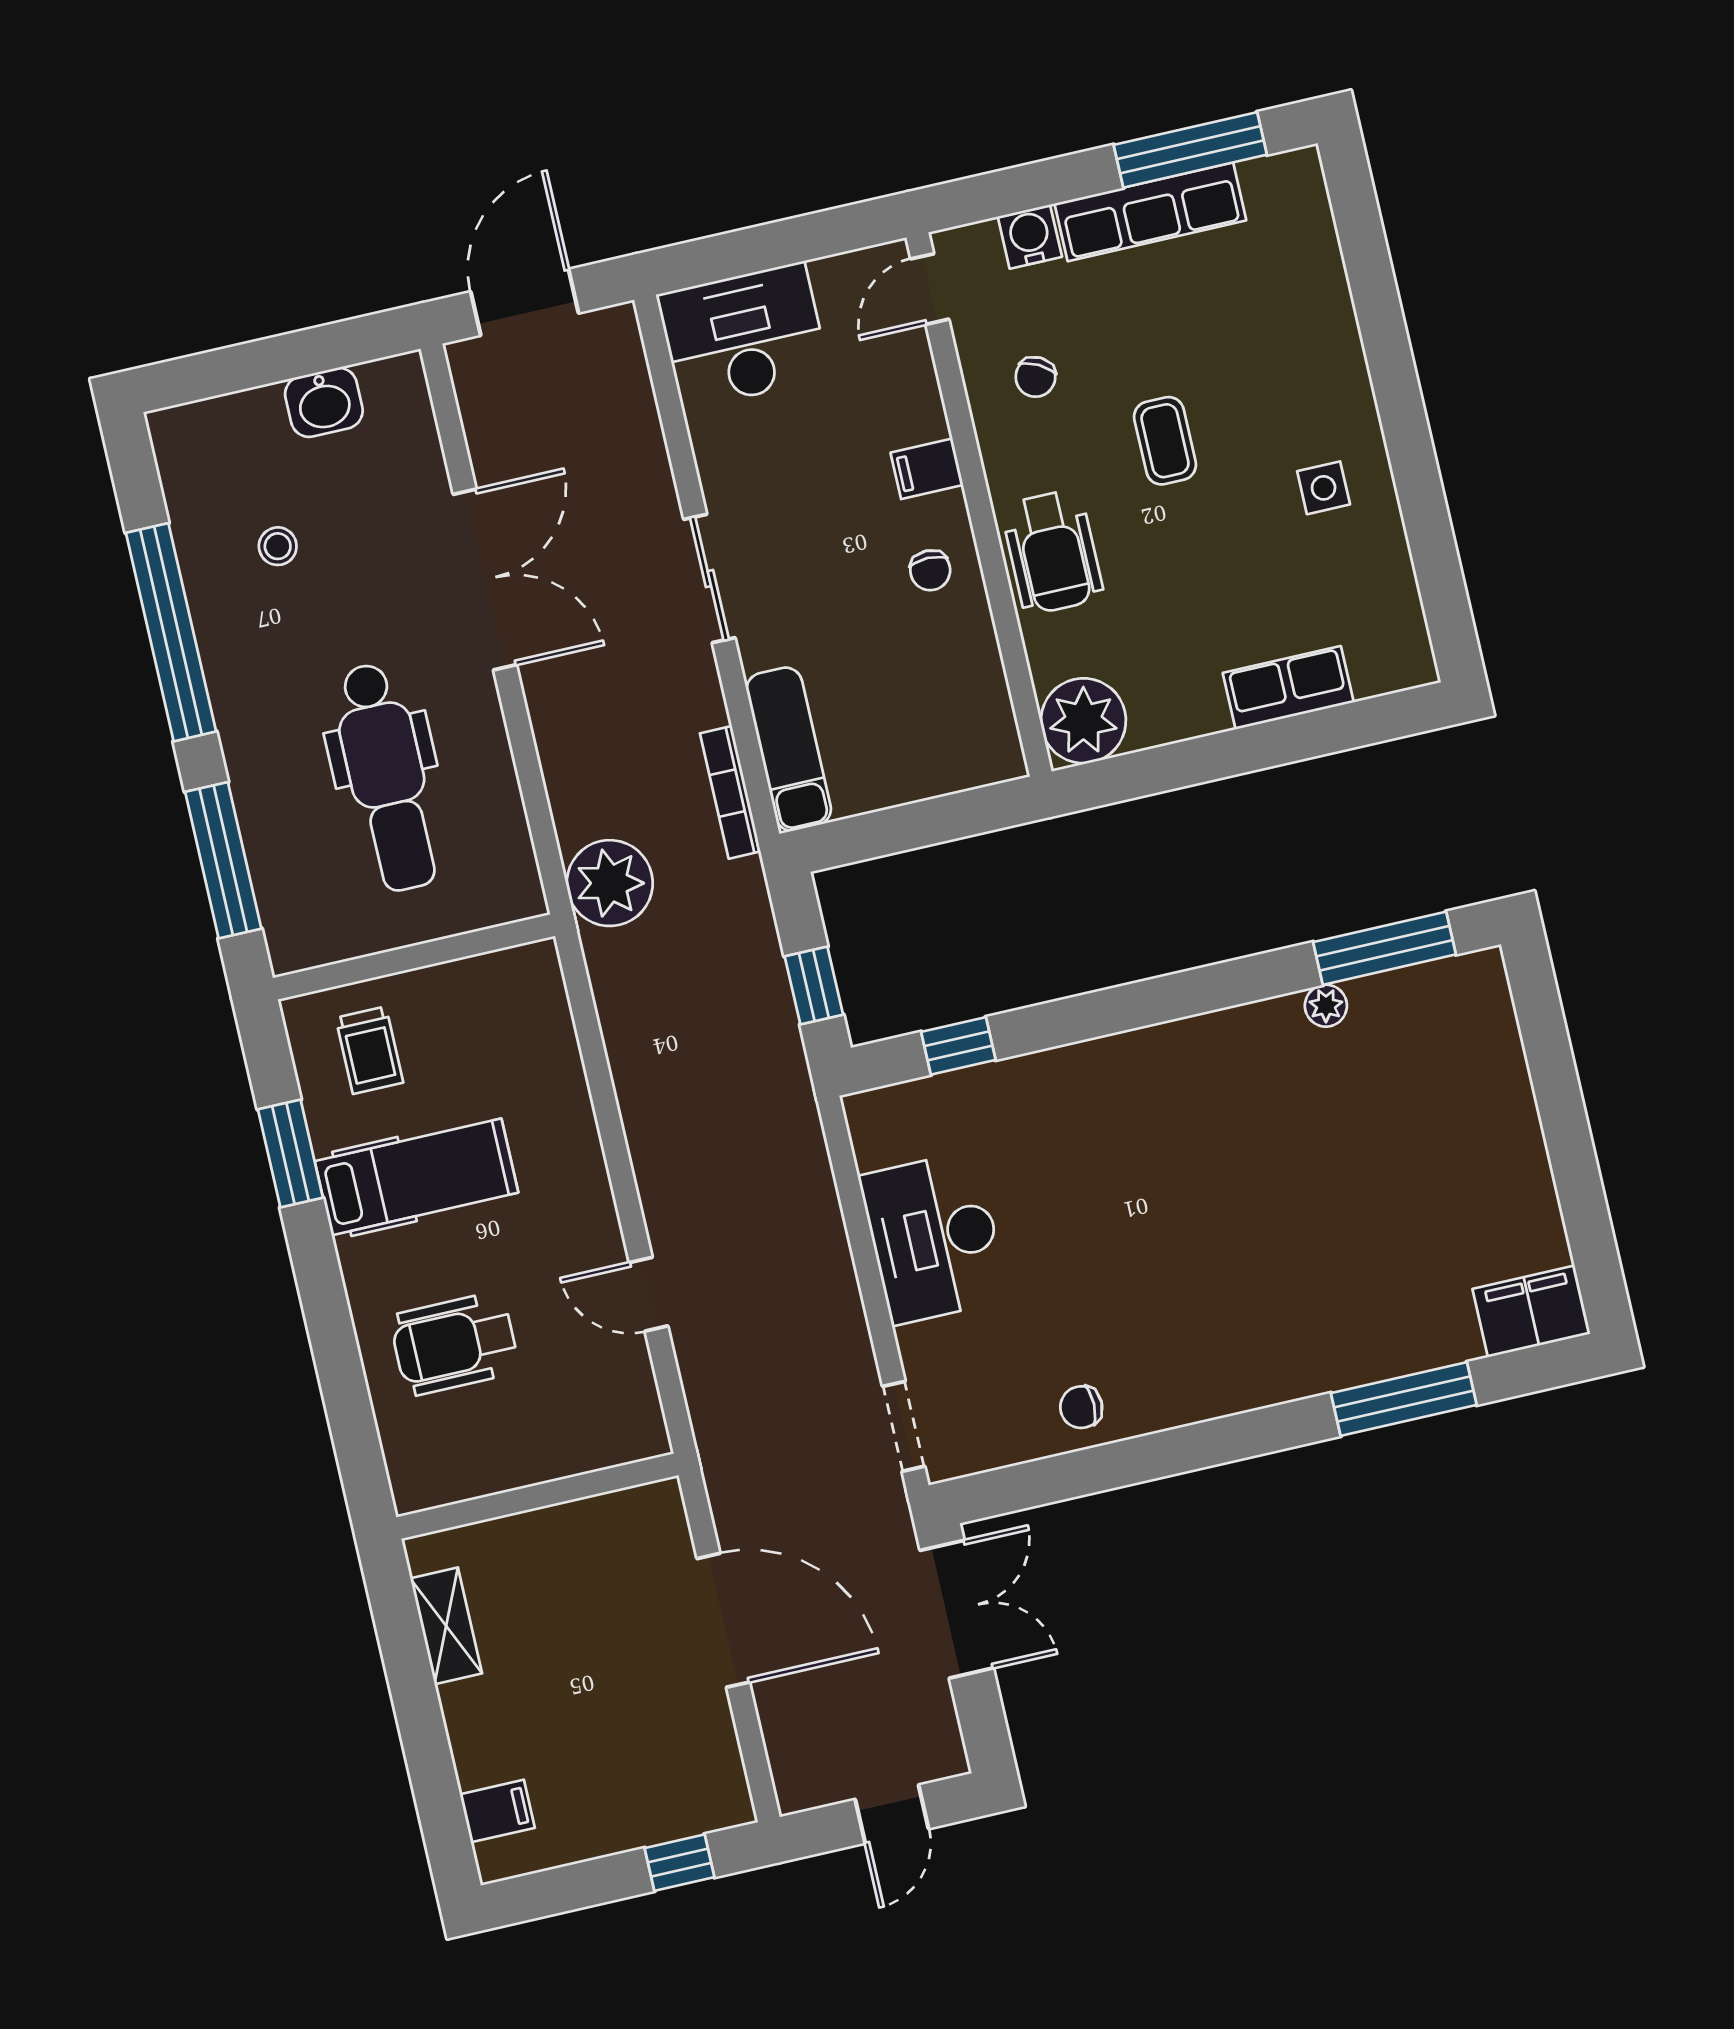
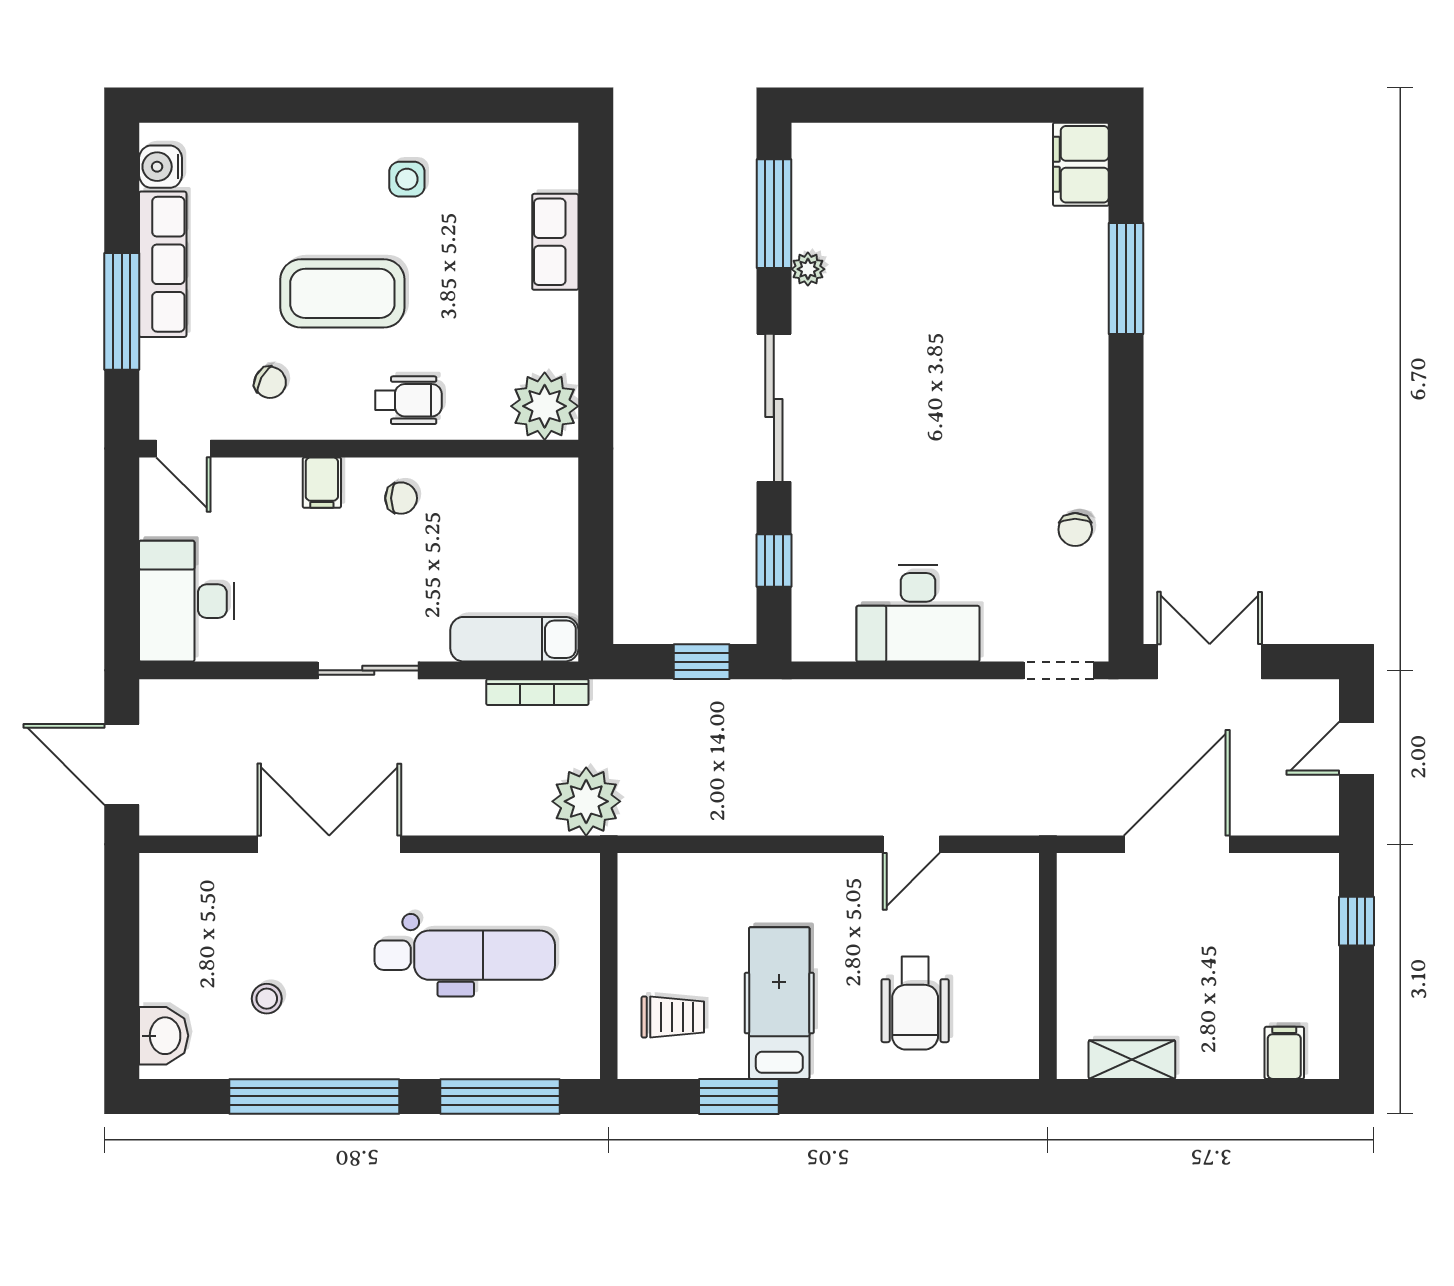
window: (1190, 150) -> (122, 311), moved
water cooler: (1030, 237) -> (160, 167), moved
washbasin: (324, 402) -> (164, 1036), moved
coffee table: (1165, 441) -> (342, 293), width x1.86, depth x1.72
wheelchair: (1052, 552) -> (408, 400), width x0.73, depth x0.73
sliding door: (1146, 1003) -> (774, 408), added
door: (892, 1814) -> (1357, 748), swing flipped

